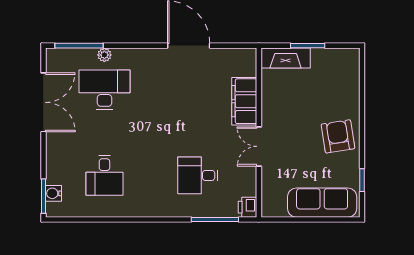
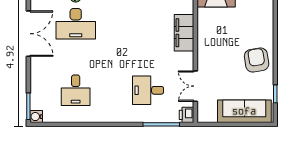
desk: (104, 90) -> (76, 24), turned 180
double door: (259, 146) -> (195, 86), moved
water cooler: (54, 193) -> (36, 117), moved

